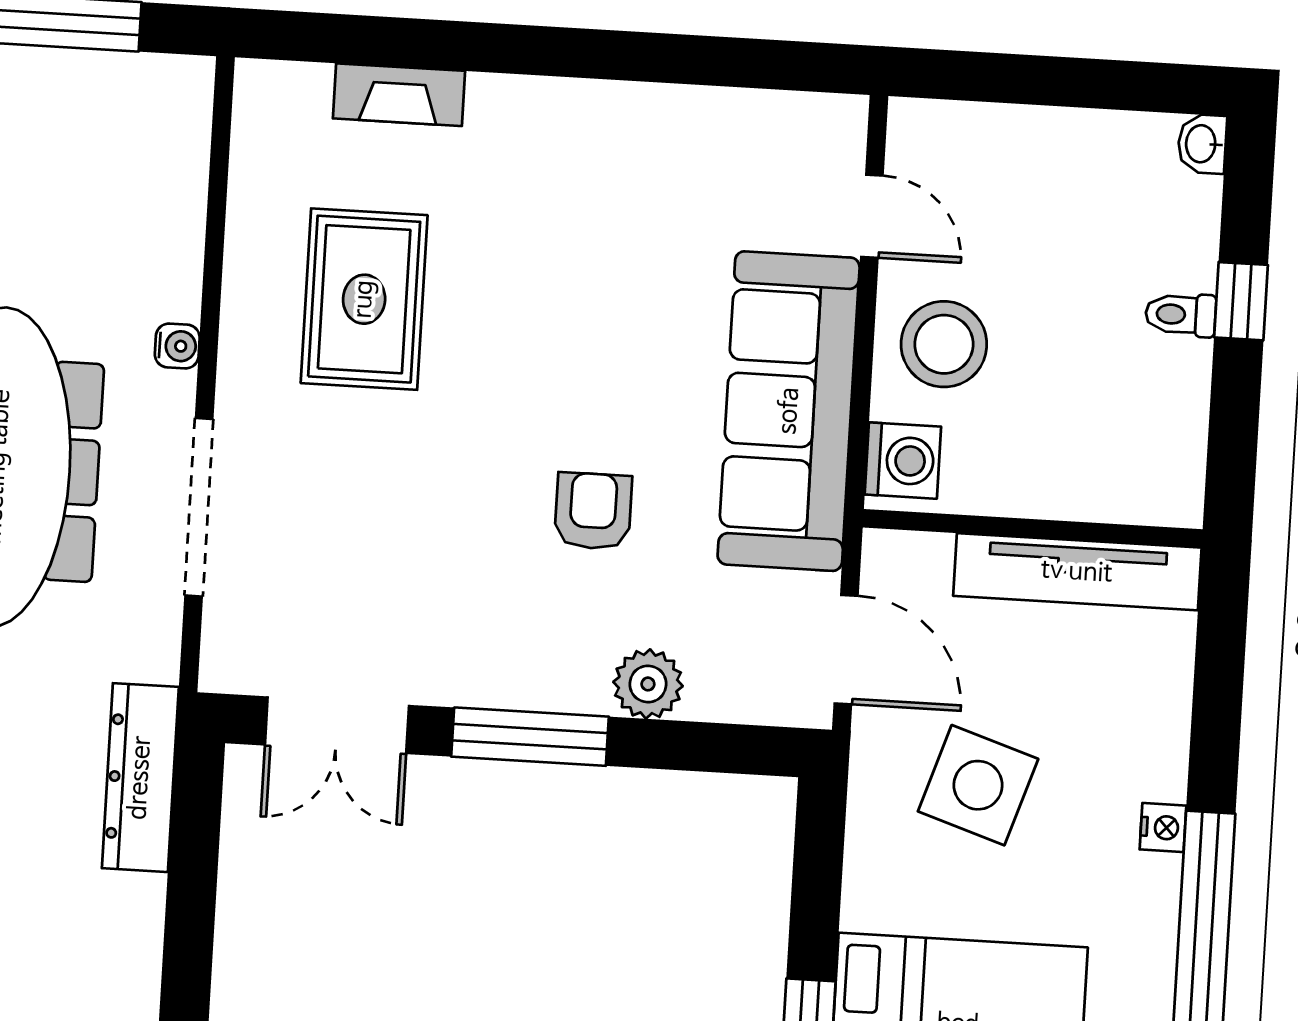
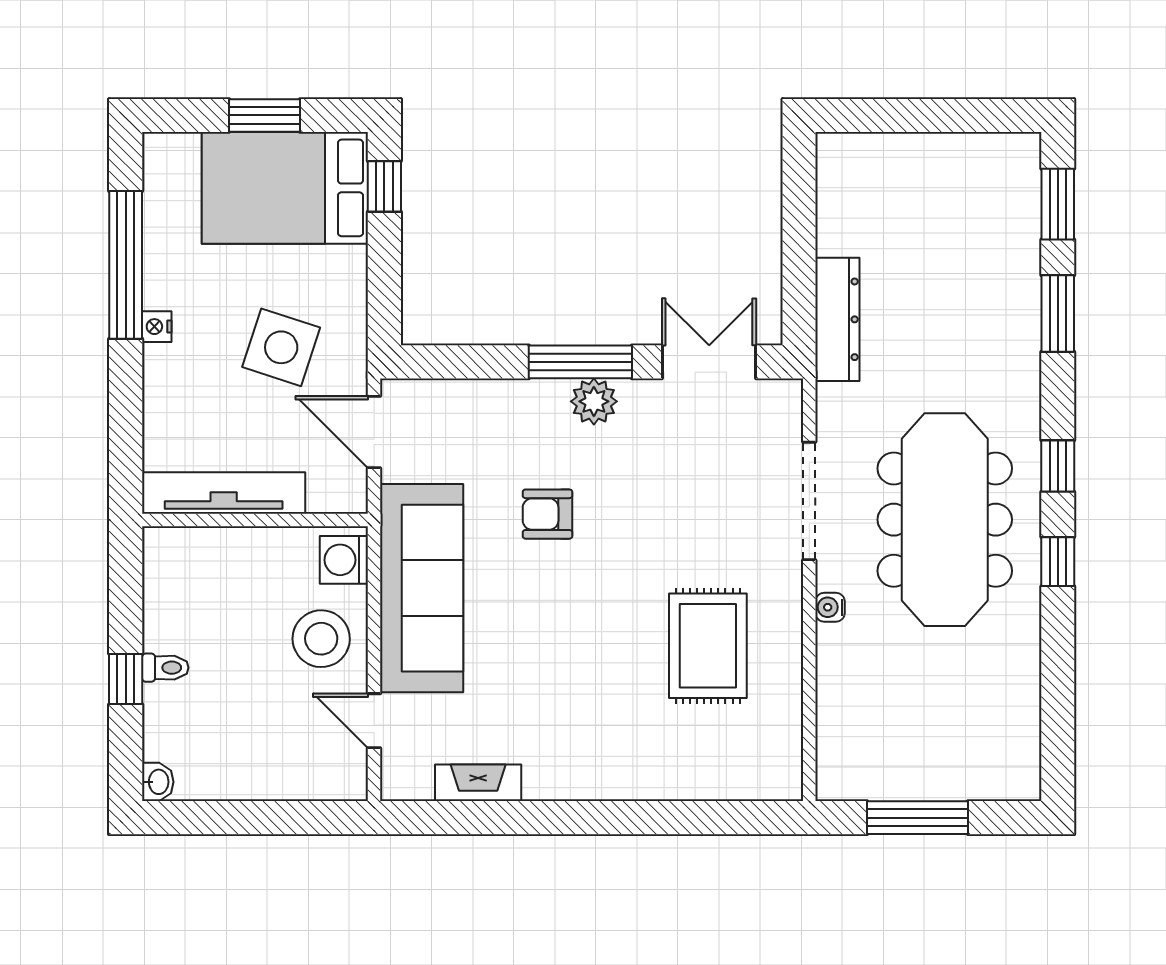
fireplace: (399, 95) -> (478, 783), moved
armchair: (593, 511) -> (547, 514), turned 90
plant: (648, 684) -> (594, 401), moved

